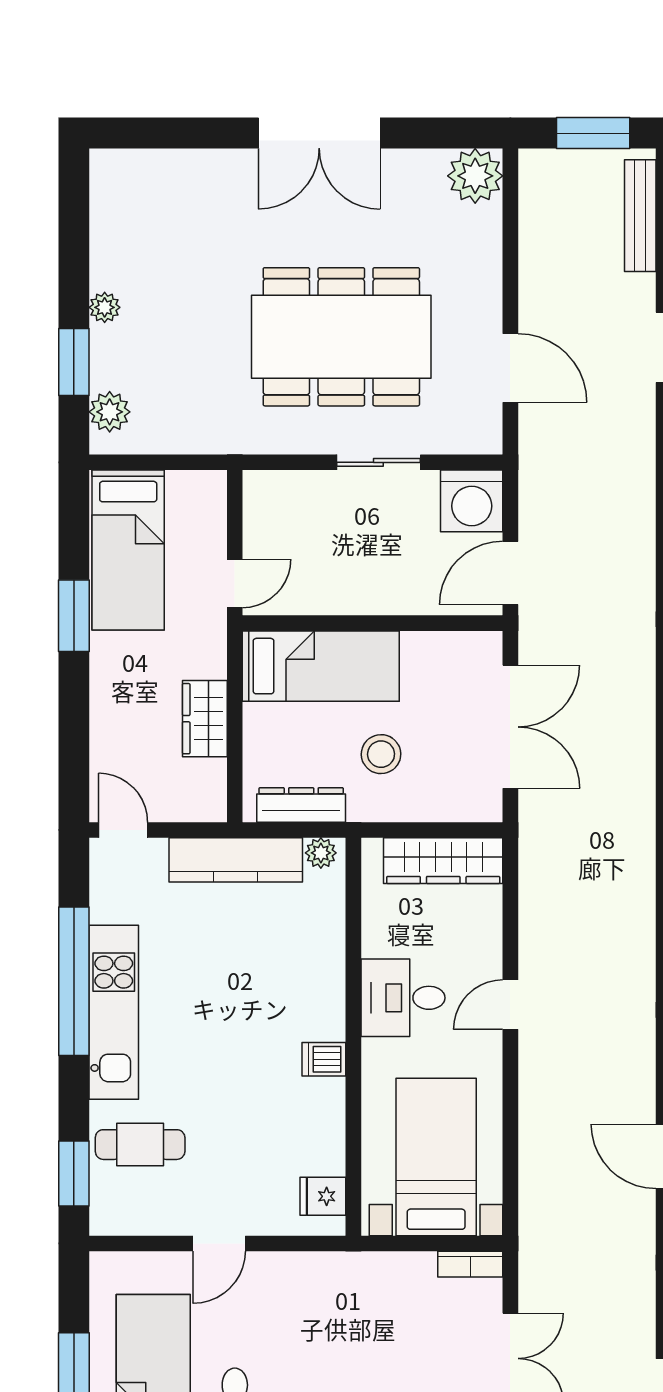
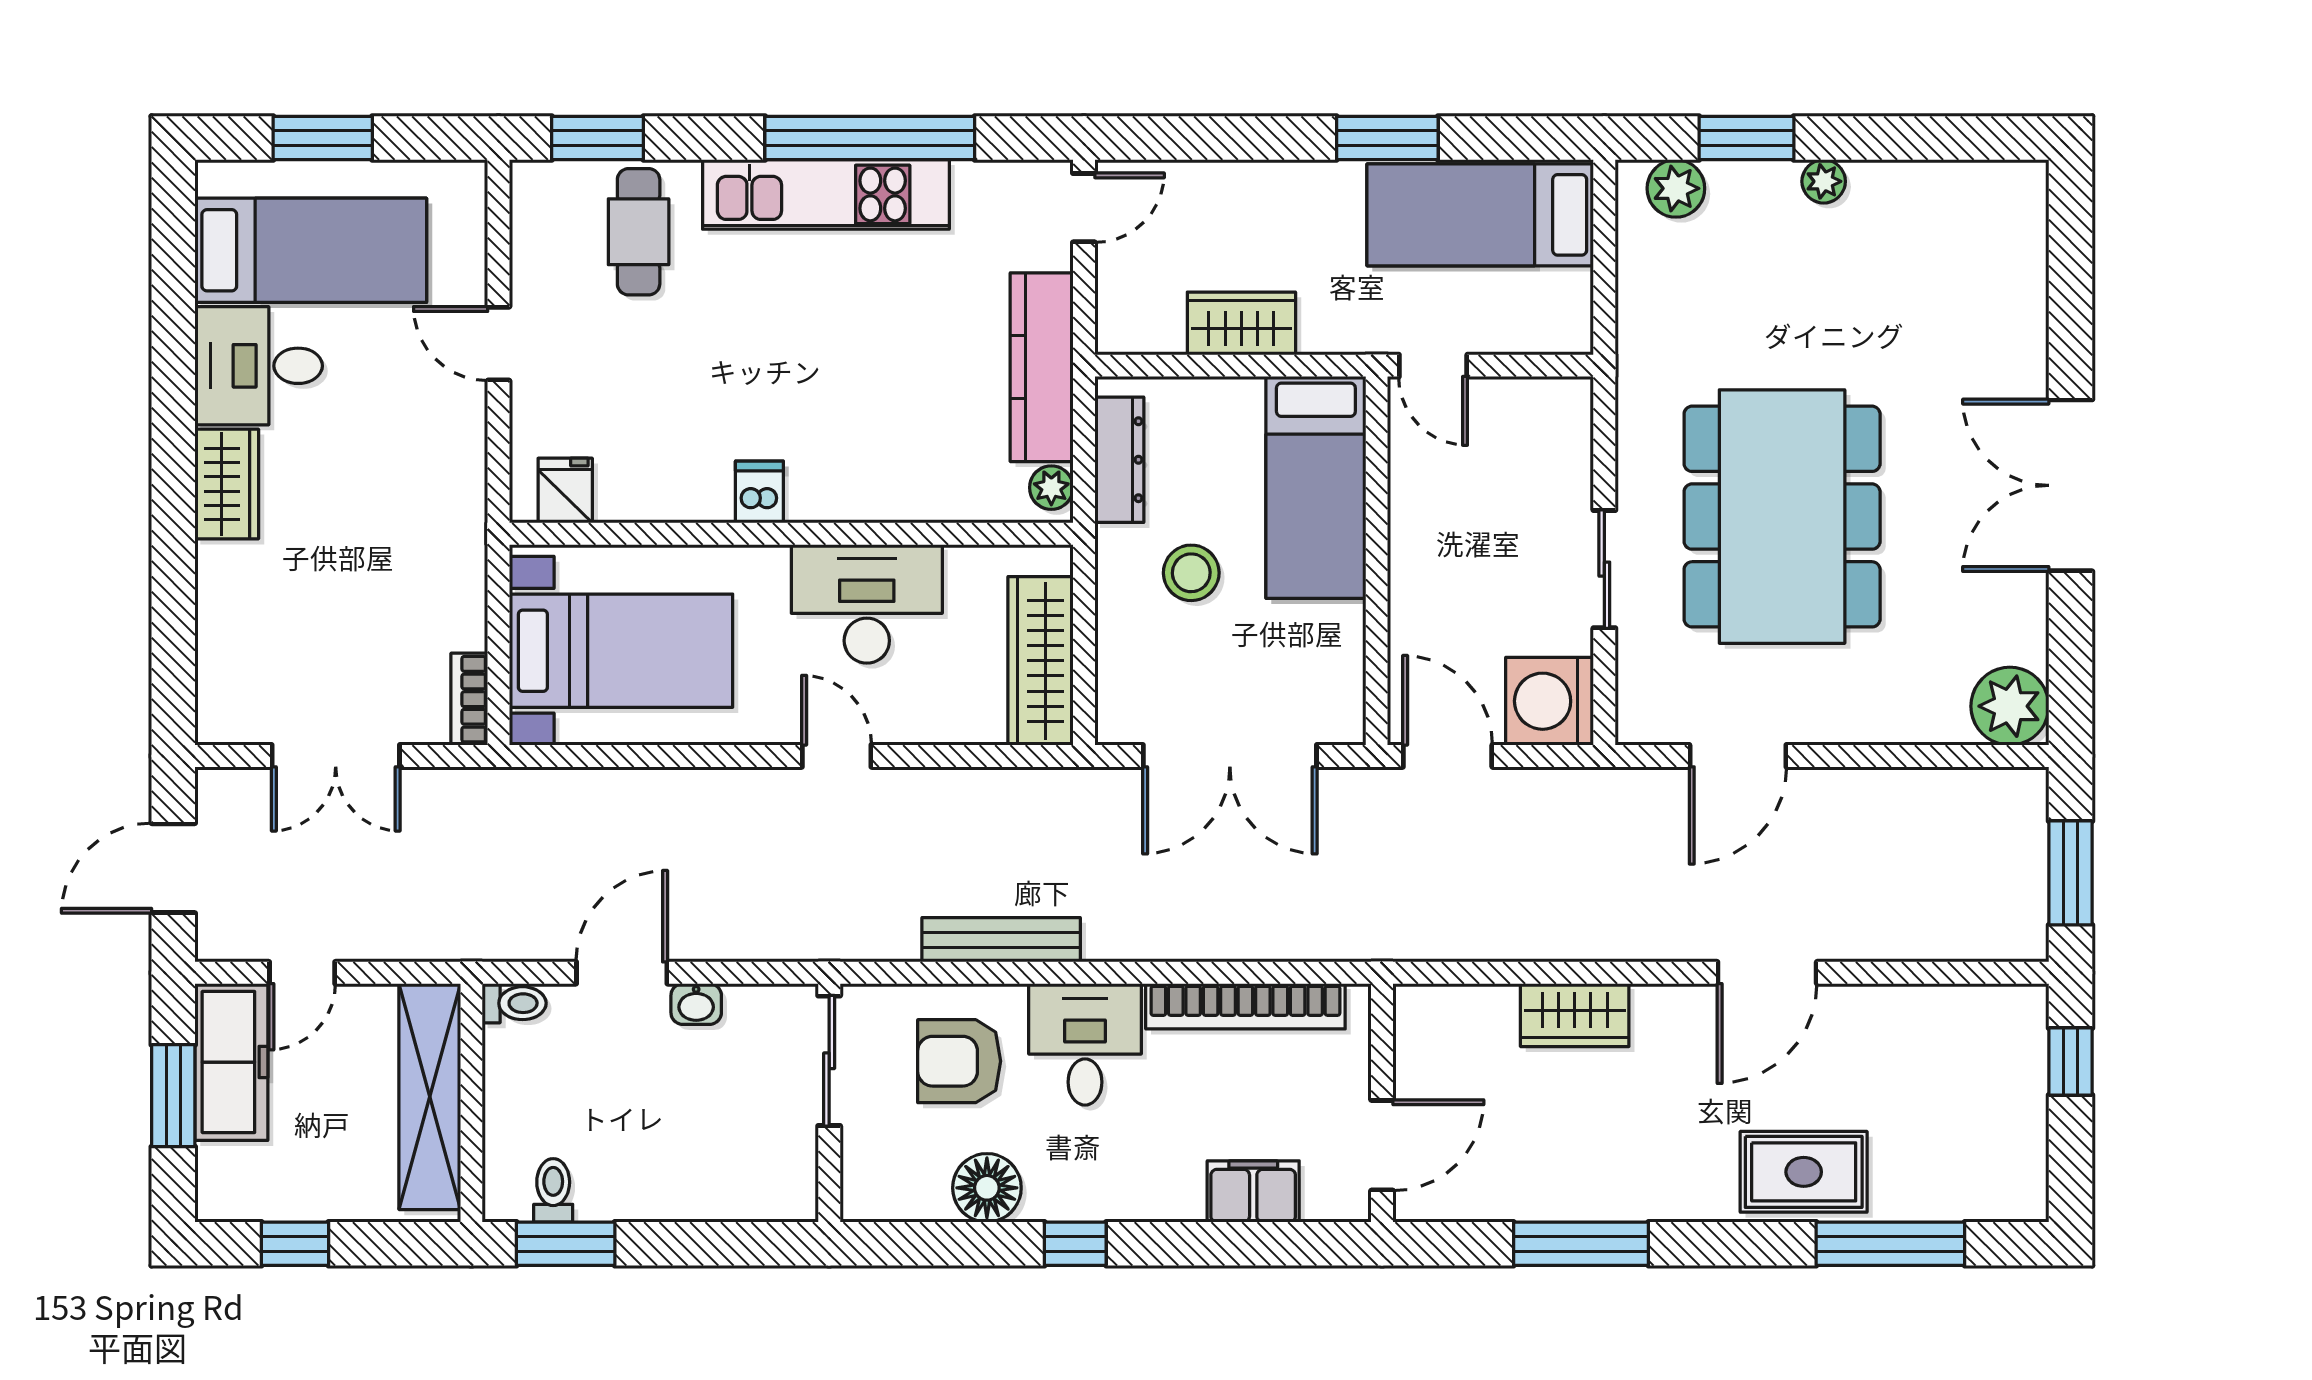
bench: (640, 216) -> (1001, 940), moved
desk: (403, 998) -> (867, 604), width x1.37

